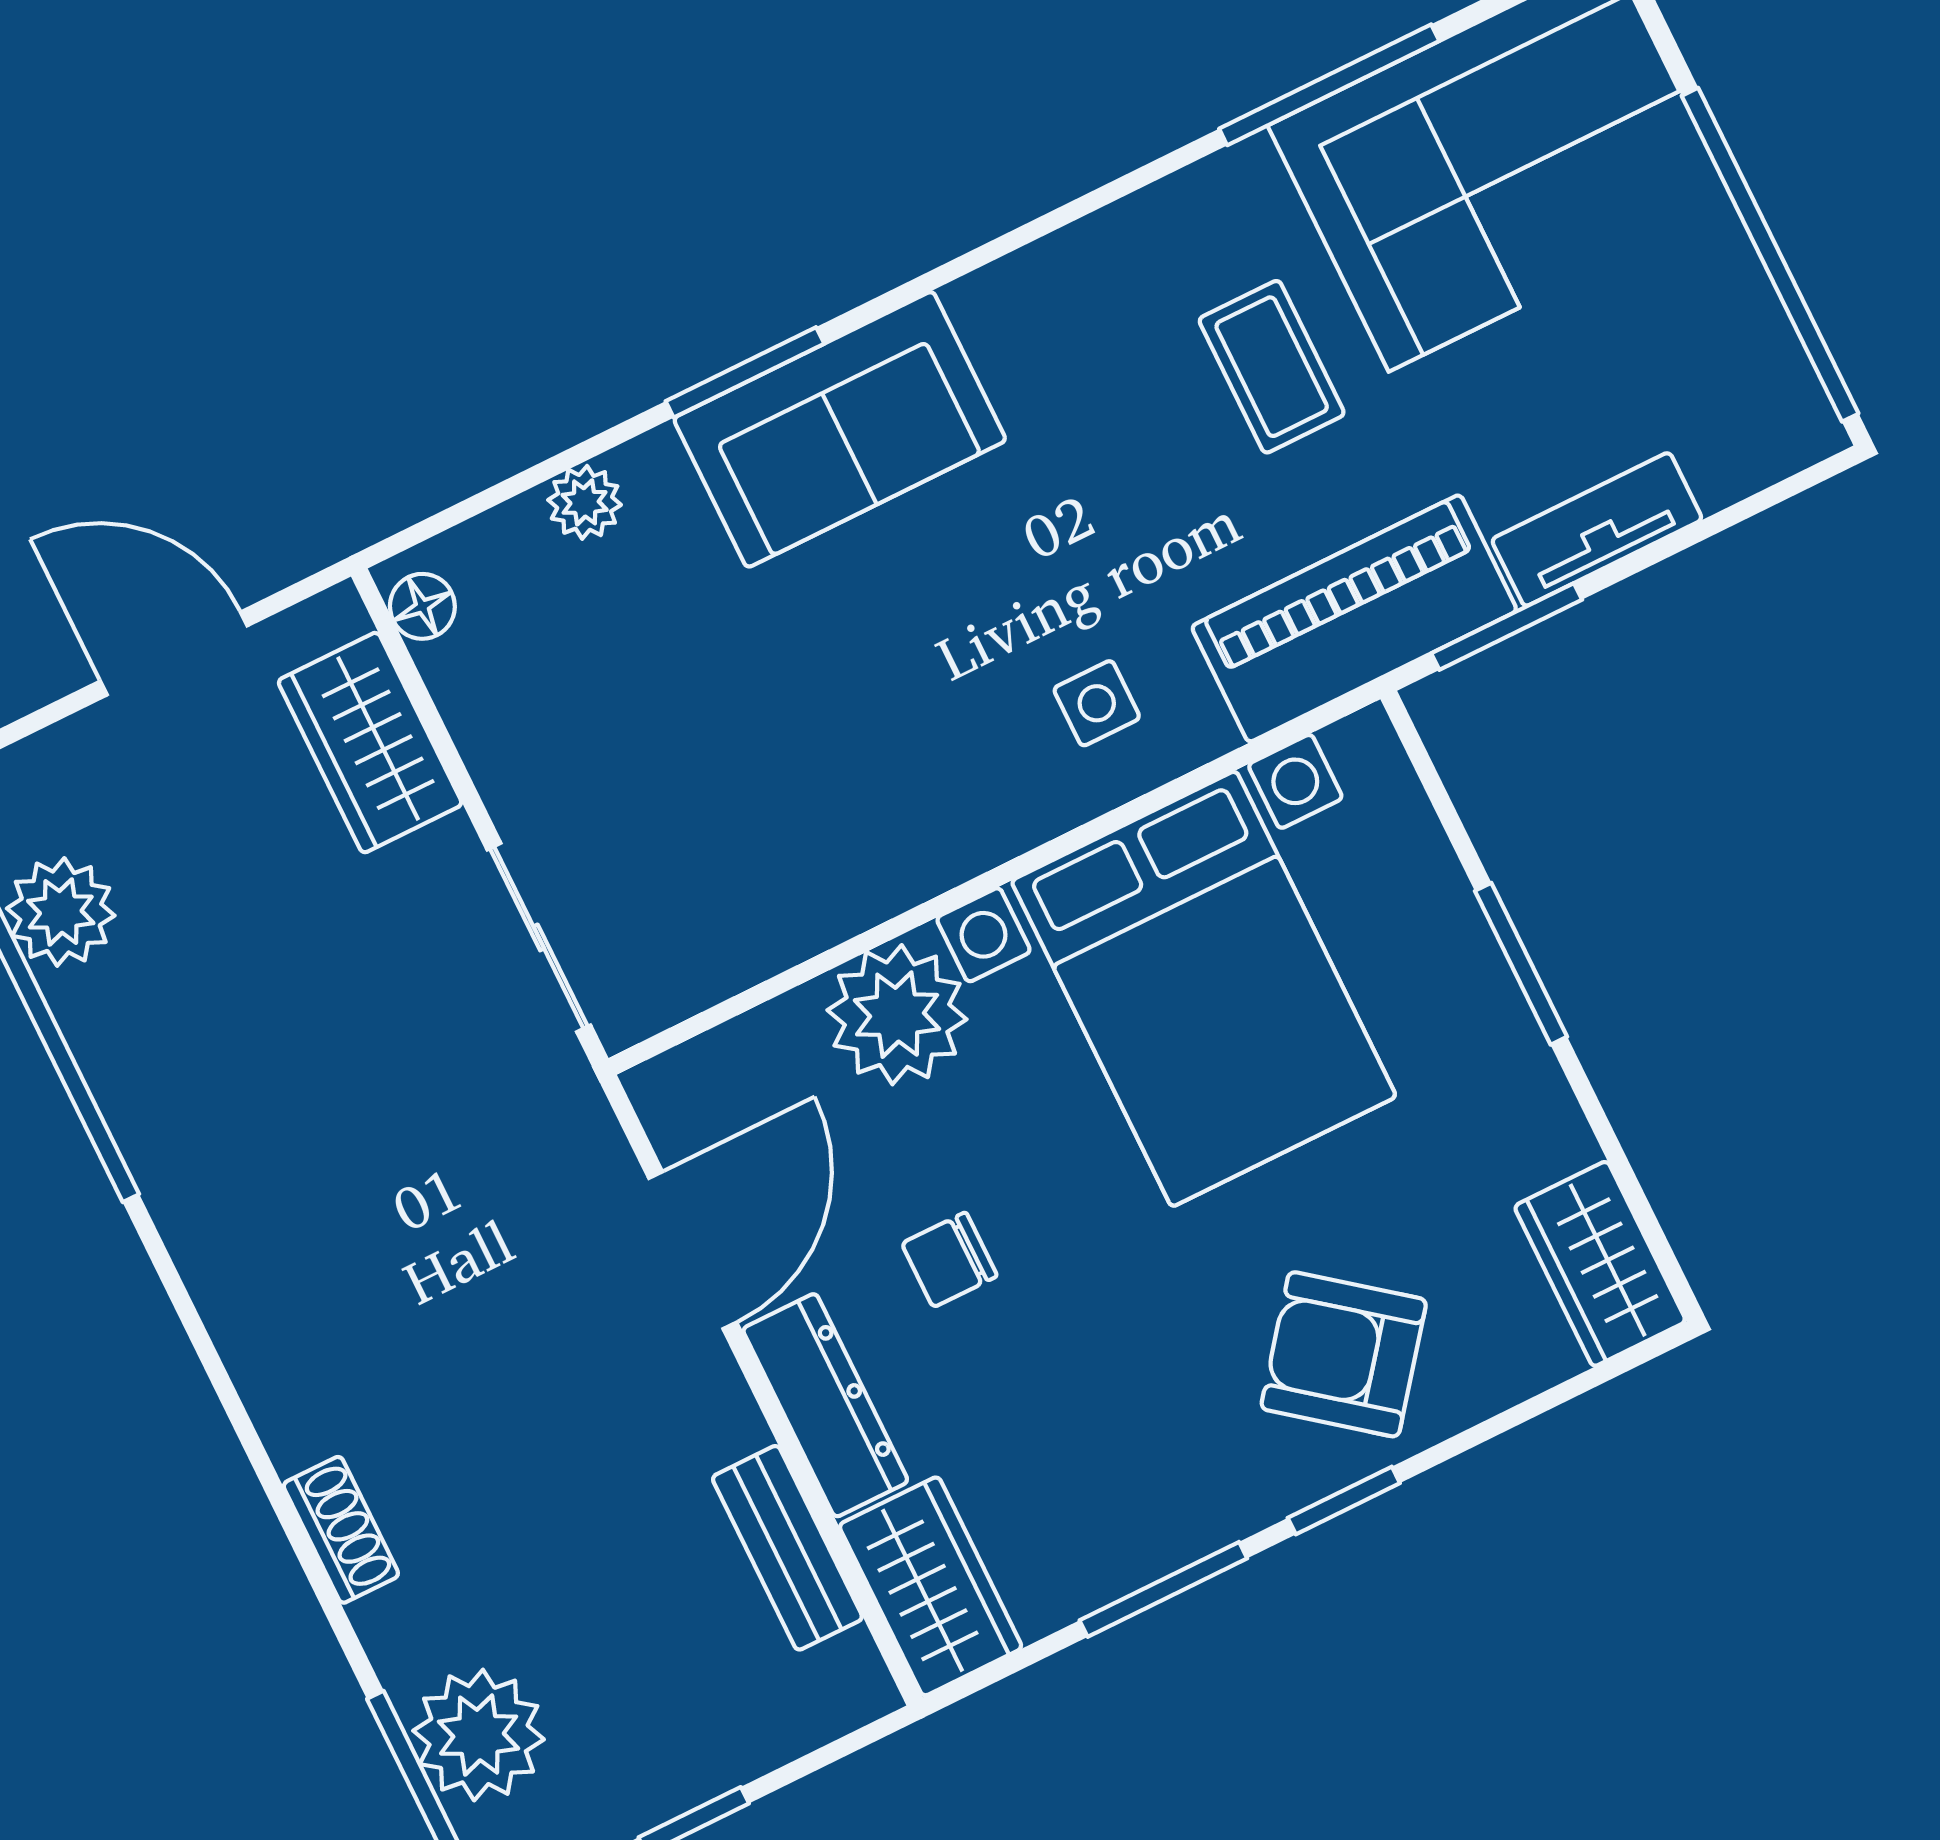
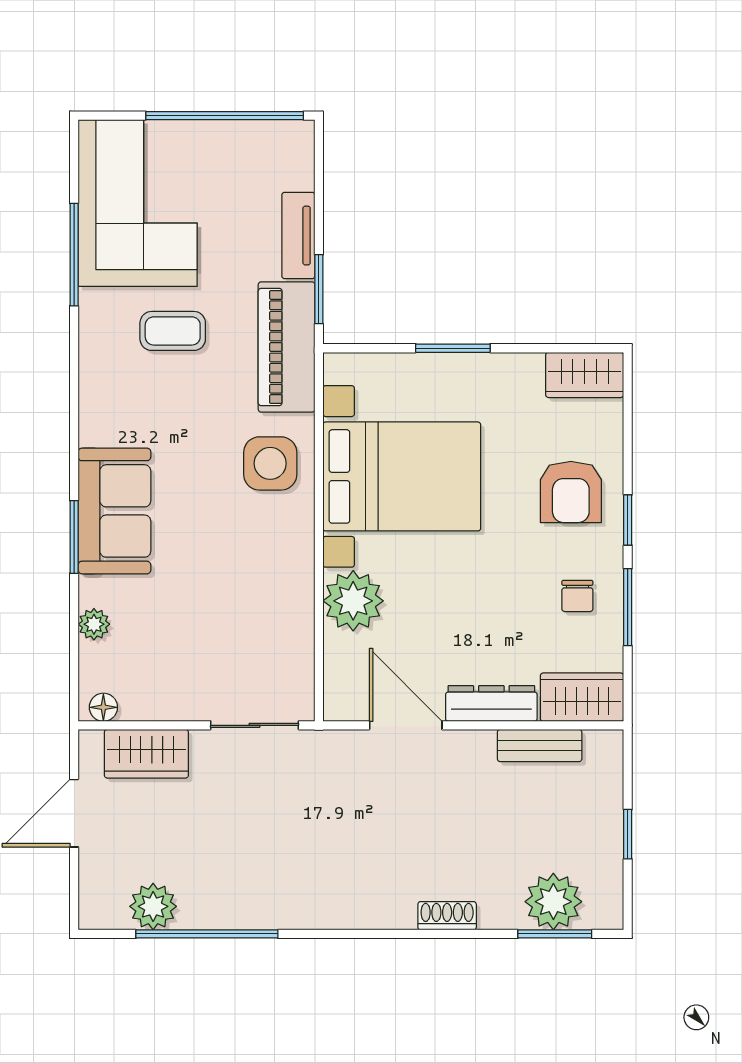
side table: (1097, 703) -> (270, 463), width x1.87, depth x1.87
chair: (949, 1260) -> (577, 596), moved
armchair: (1344, 1354) -> (571, 492), turned -38

